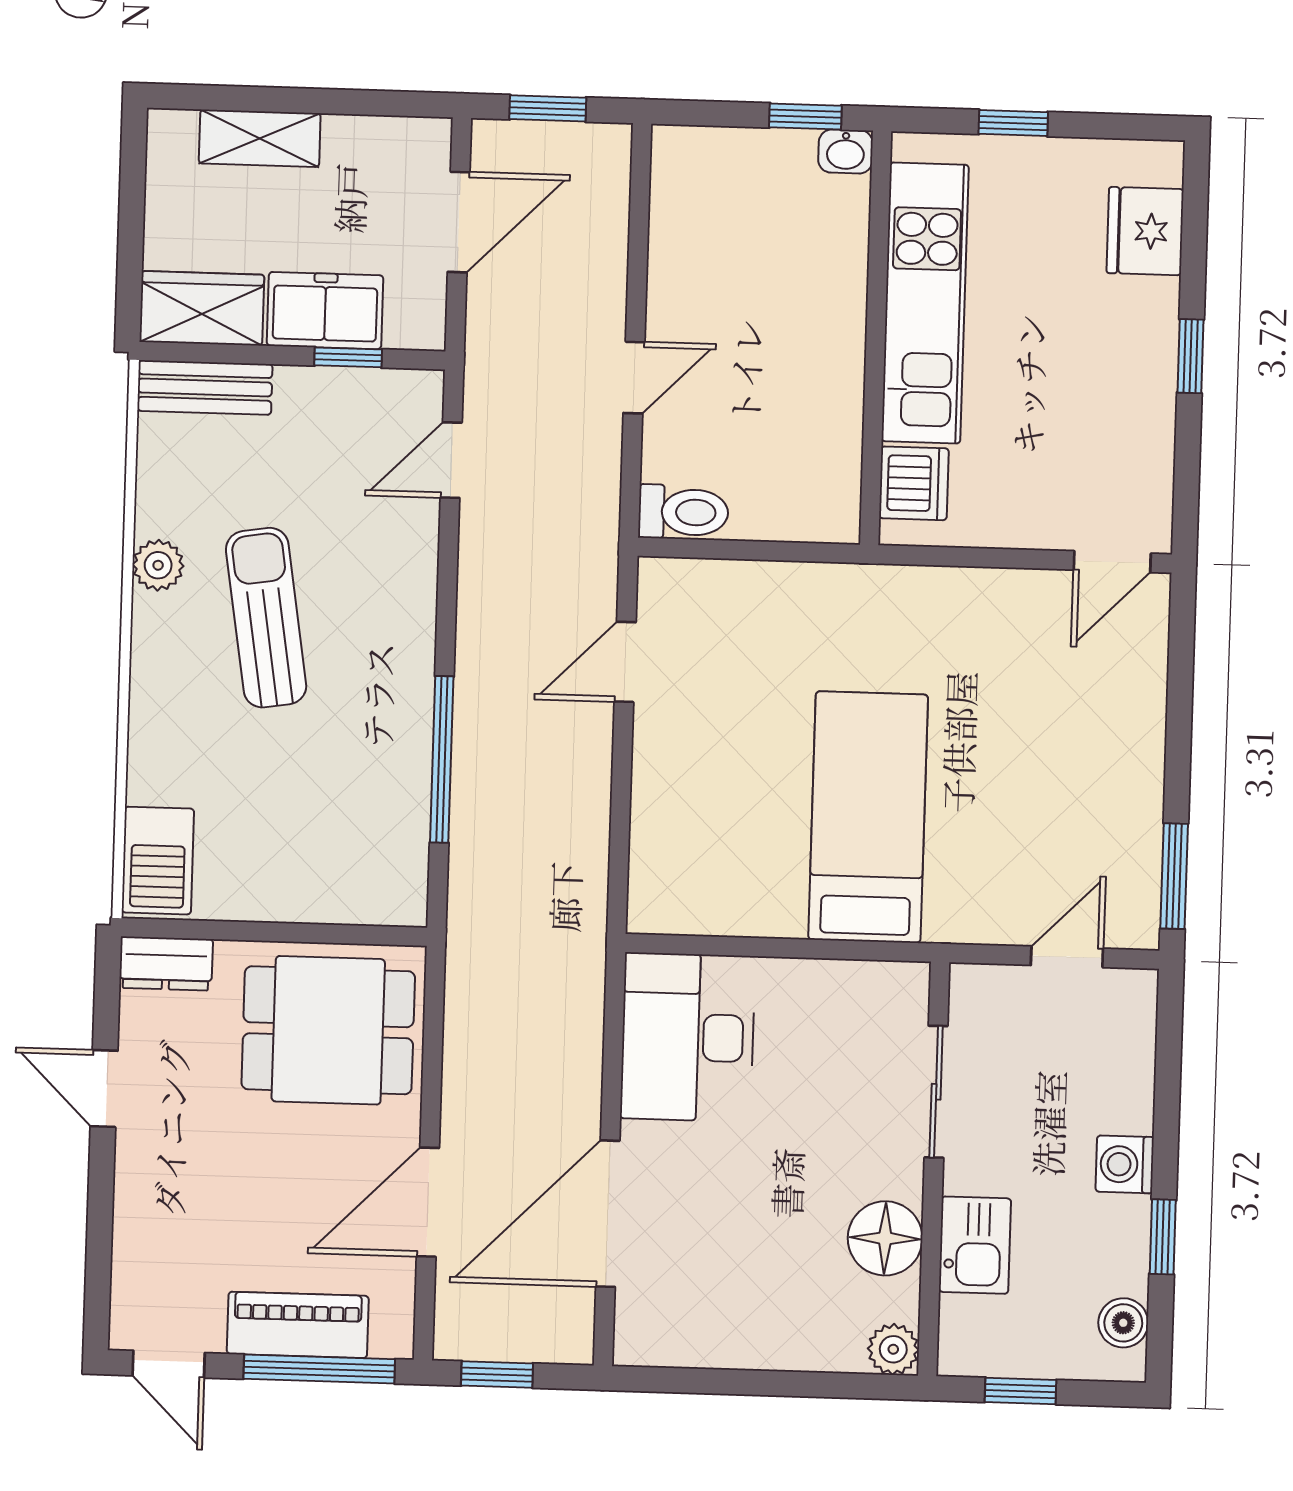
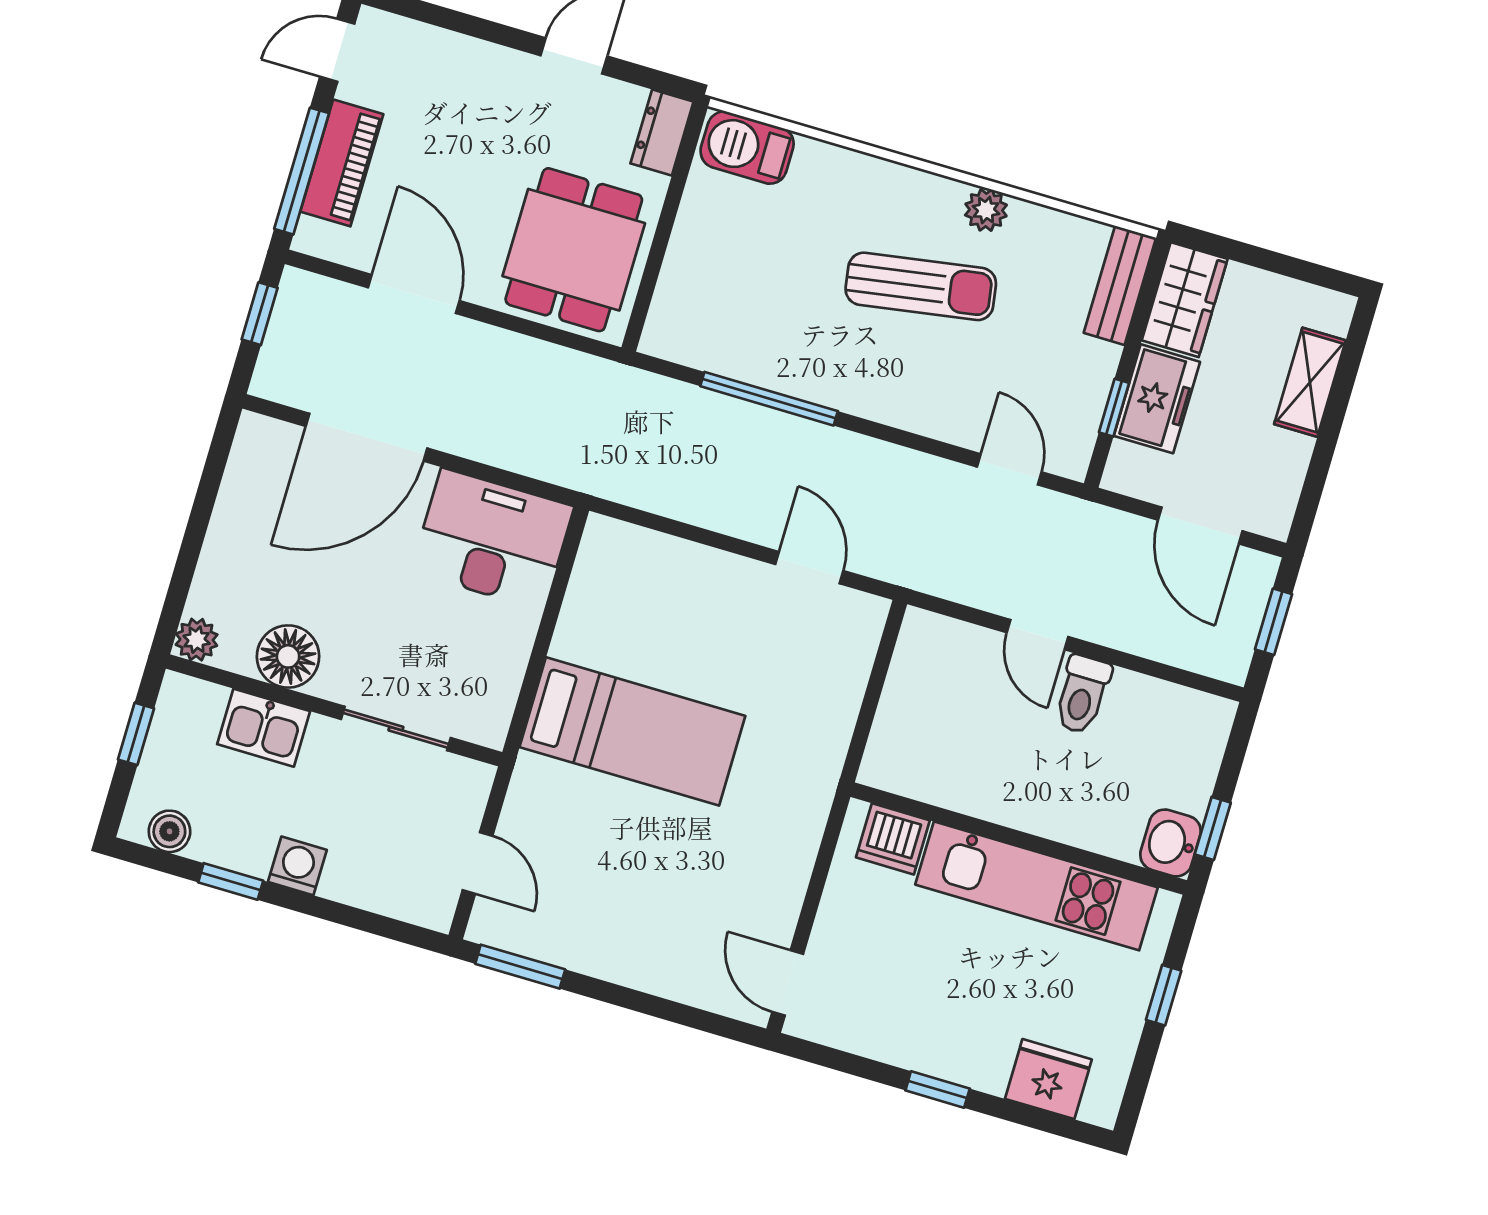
washbasin: (846, 151) -> (1171, 843), width x1.38, depth x1.45
toilet: (683, 512) -> (1082, 695), moved
door: (608, 1214) -> (366, 437), swing flipped

